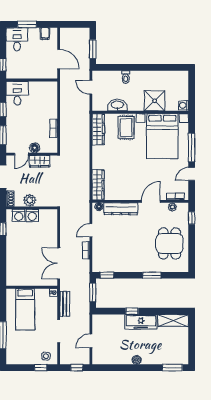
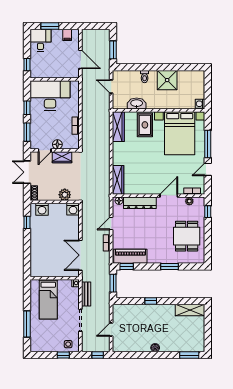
desk: (17, 93) -> (50, 96), width x1.87, depth x1.30
shower: (155, 101) -> (167, 80), moved
plant: (30, 200) -> (65, 195), moved
washing machine: (32, 215) -> (73, 209), moved
piano: (111, 265) -> (130, 256), added
freezer: (141, 322) -> (159, 311), removed

